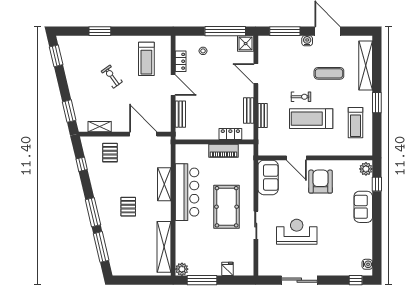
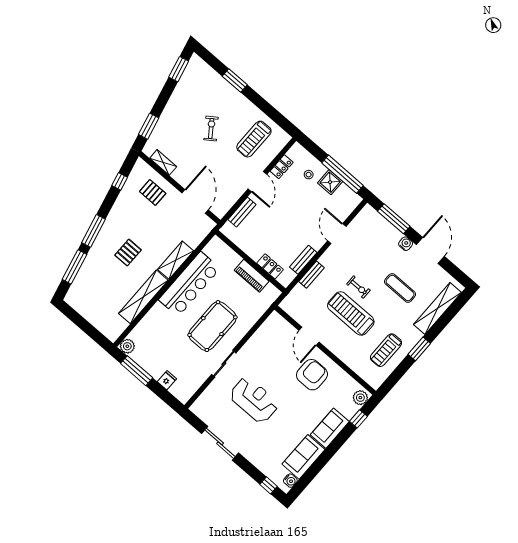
shower: (246, 44) -> (330, 182), moved
pallet: (110, 153) -> (153, 192), turned 90
sofa: (268, 177) -> (304, 457), moved, turned 180
shelving: (164, 247) -> (143, 297), moved

